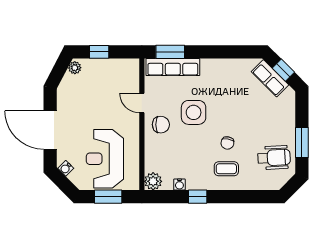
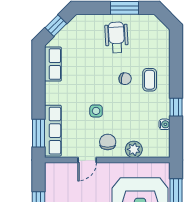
row of seats: (270, 78) -> (53, 64), moved, turned -45
side table: (194, 112) -> (96, 111), width x0.54, depth x0.54
wheelchair: (274, 158) -> (117, 37), moved
plant: (153, 181) -> (134, 149), moved

